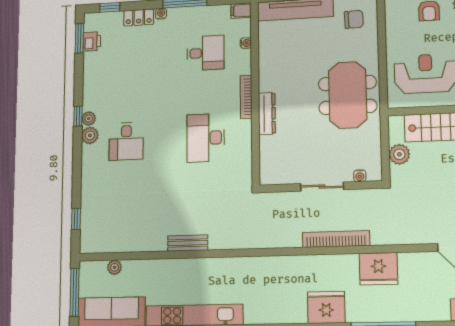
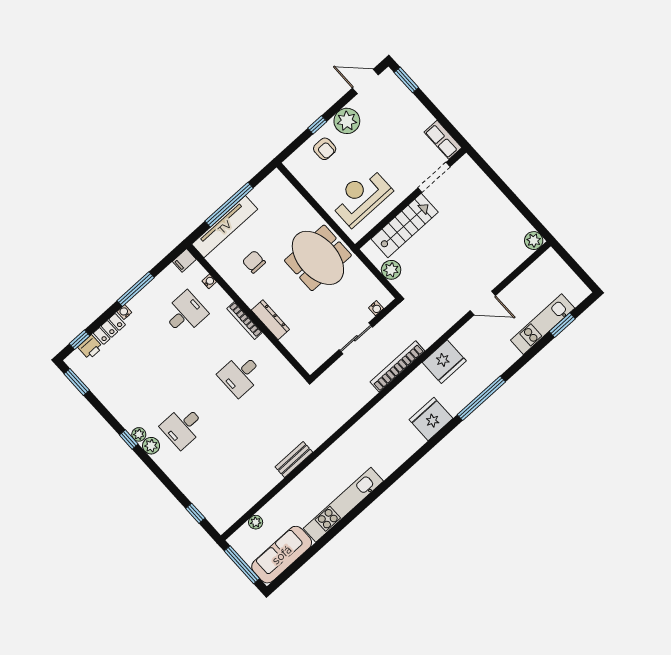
chair: (354, 19) -> (254, 262), moved, turned -88
printer: (92, 41) -> (90, 347), moved, turned 90
desk: (206, 138) -> (241, 375), width x0.73
desk: (126, 141) -> (183, 427), turned 90

